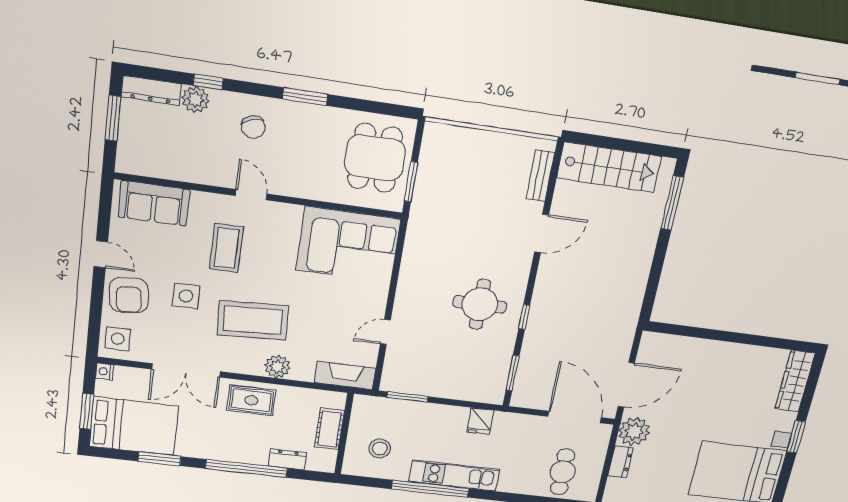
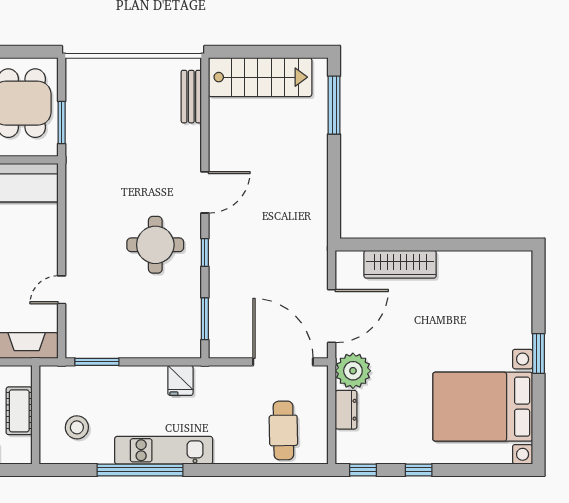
door: (542, 233) -> (205, 192), moved
wardrobe: (795, 381) -> (400, 264), moved, turned -90

